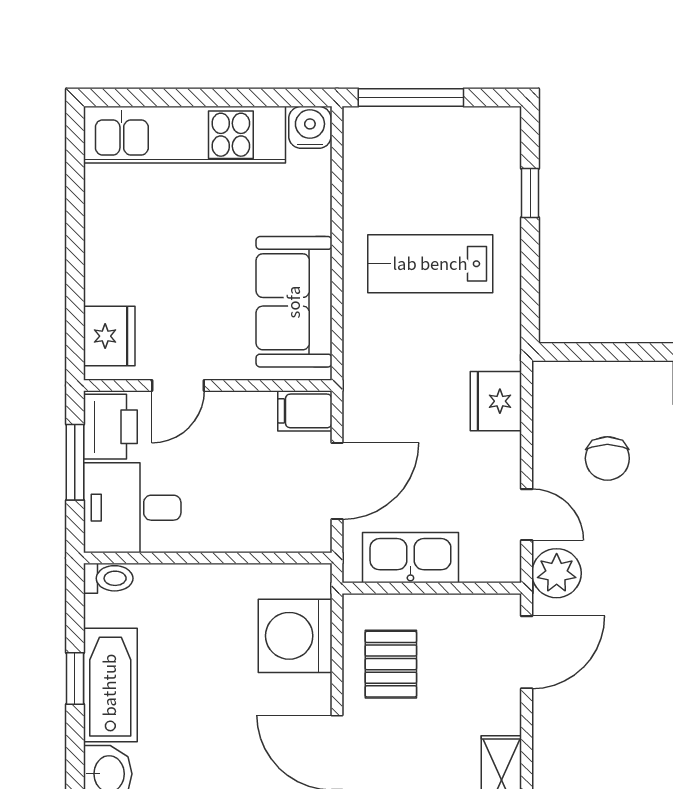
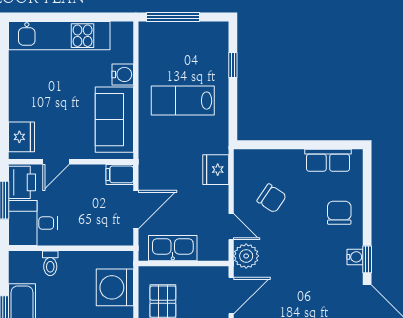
water cooler: (310, 127) -> (123, 74), moved, turned 90
chair: (607, 458) -> (272, 198), turned -56
toilet: (108, 578) -> (50, 263), moved, turned 90

